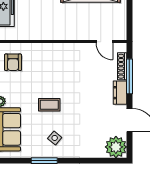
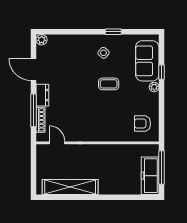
armchair: (13, 62) -> (142, 124), turned -90
plant: (116, 147) -> (42, 40), width x0.53, depth x0.53
window: (44, 161) -> (113, 32), width x0.67

